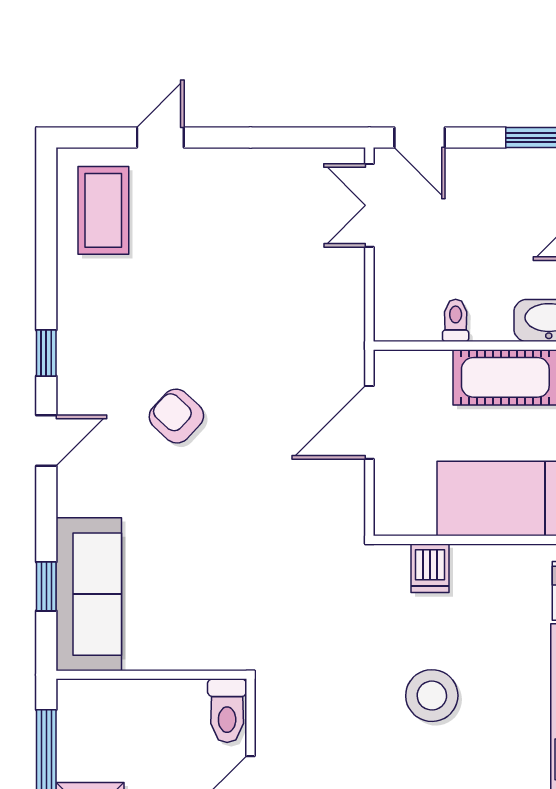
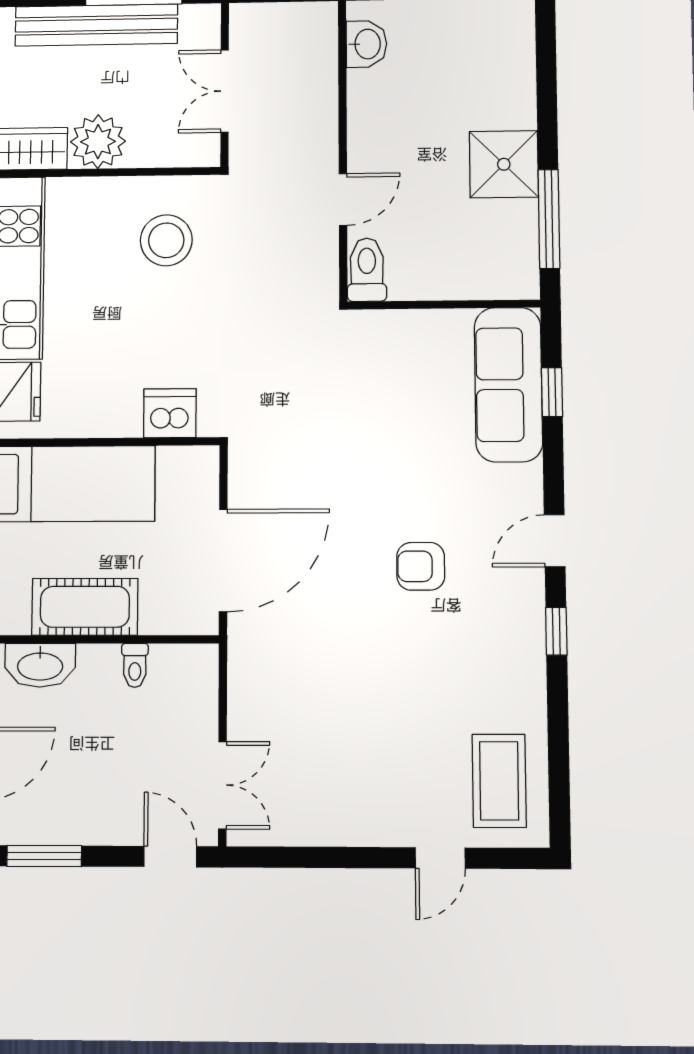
armchair: (176, 416) -> (421, 566), turned 137
door: (369, 422) -> (223, 560), width x1.36
dishwasher: (430, 568) -> (170, 413), width x1.38
stool: (432, 696) -> (166, 240), moved

